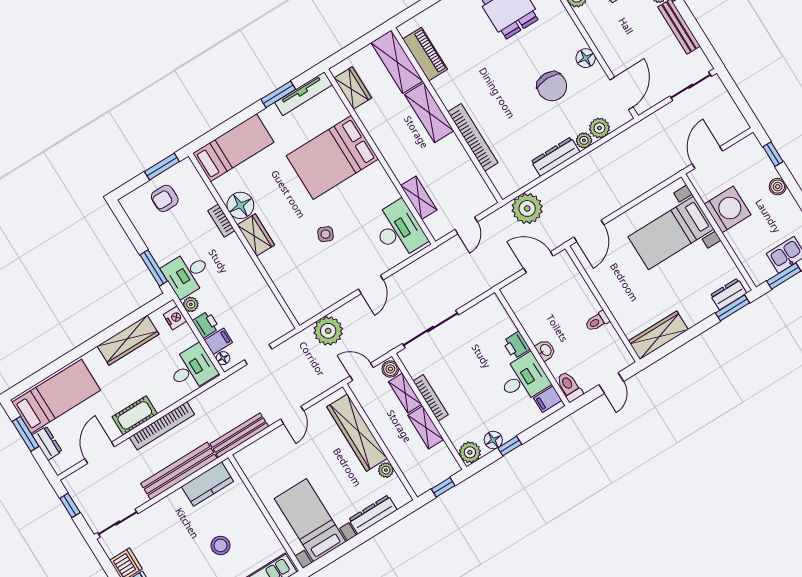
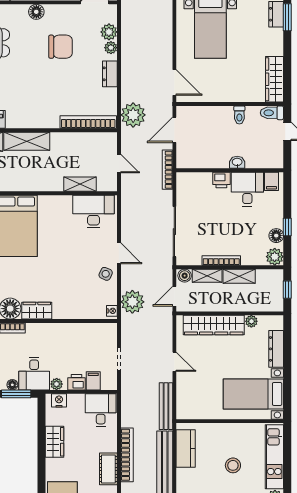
floor lamp: (586, 58) -> (36, 12), moved
bookcase: (473, 137) -> (88, 122), moved
dresser: (556, 157) -> (110, 74), width x0.70
side table: (326, 234) -> (106, 274), moved
bookcase: (492, 281) -> (167, 170), added
nightstand: (305, 315) -> (112, 311), added
wardrobe: (128, 340) -> (54, 442), width x0.67
floor lamp: (223, 358) -> (12, 385), moved
toilet: (569, 386) -> (272, 113), moved

